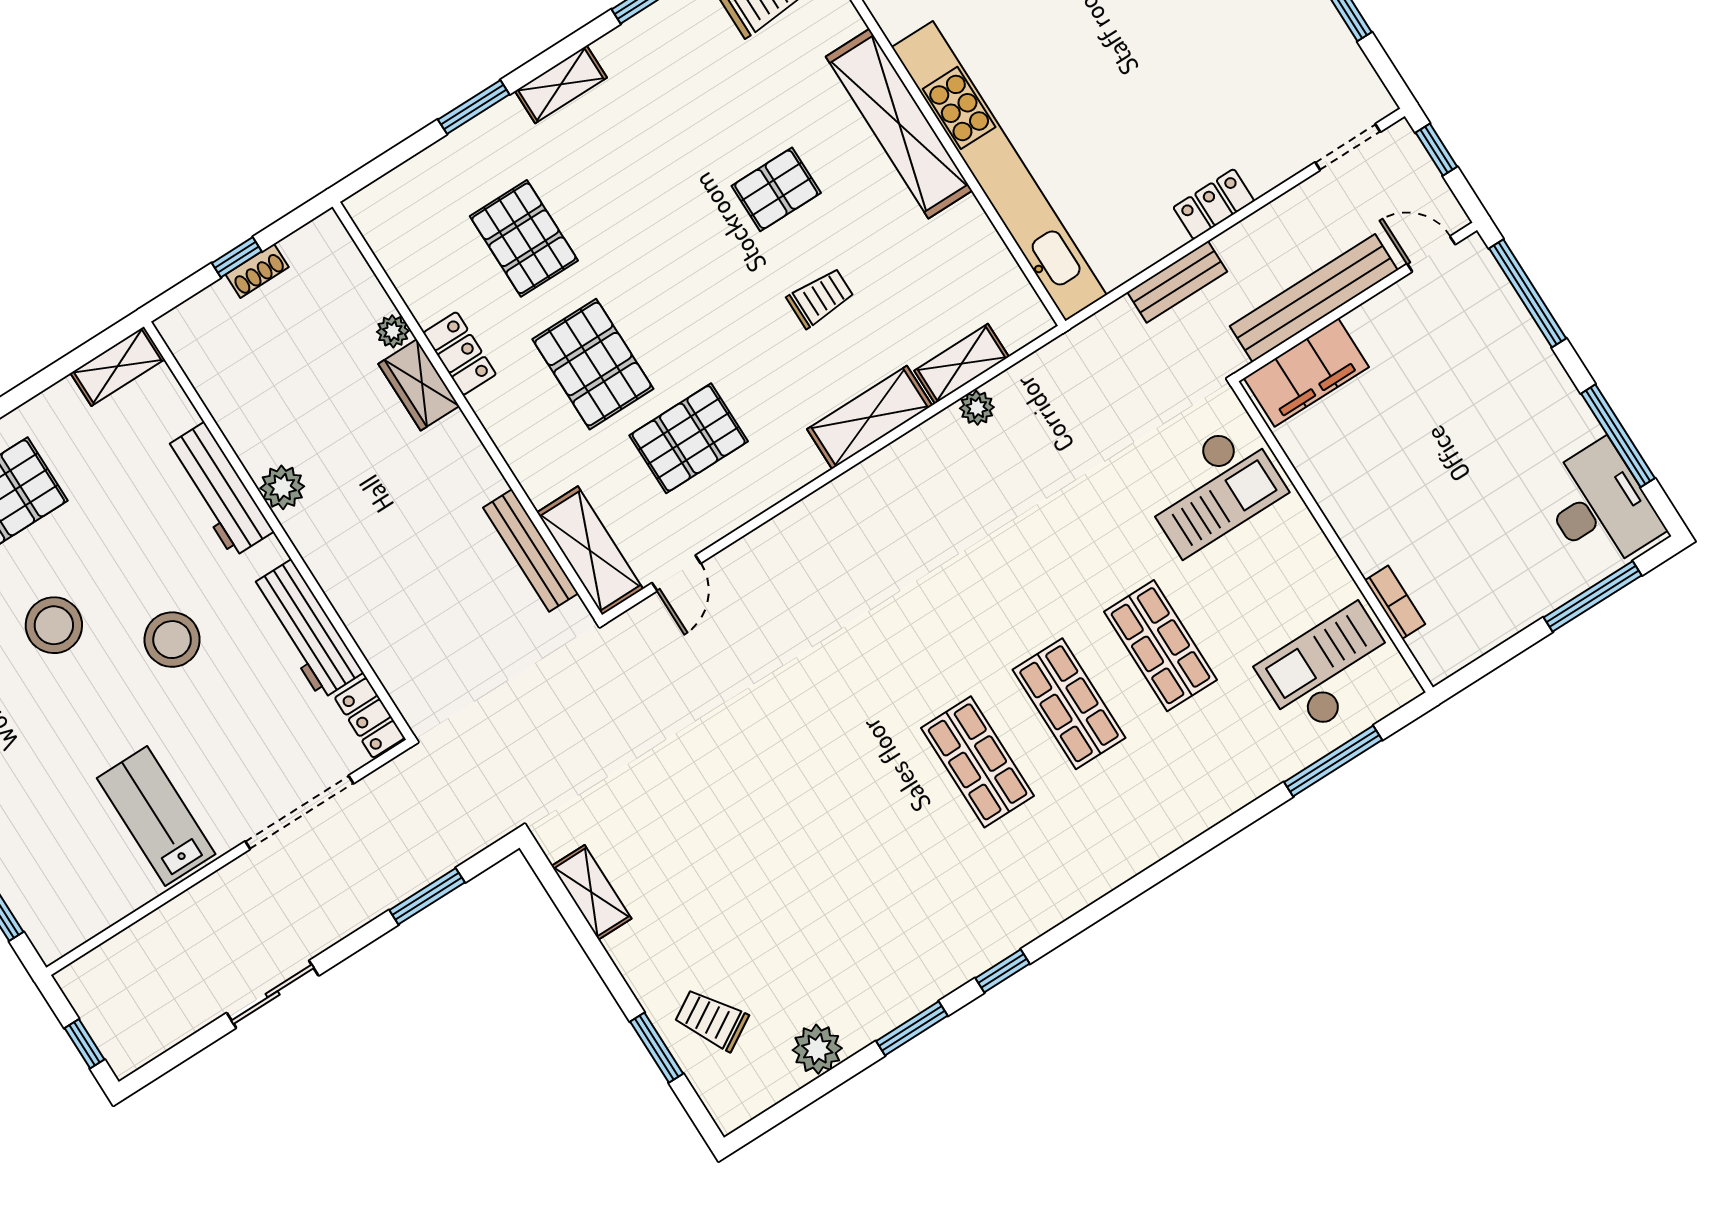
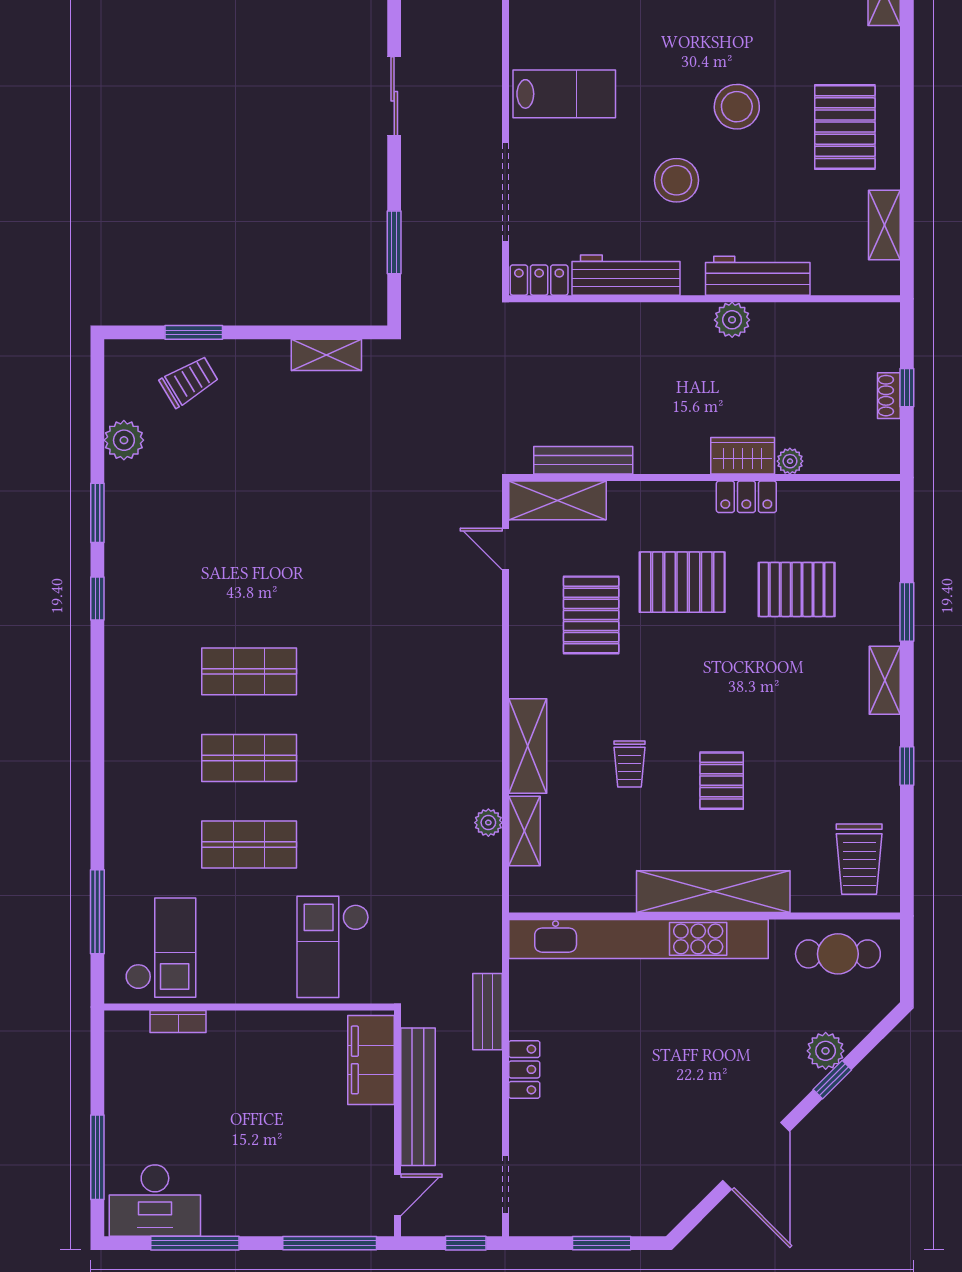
shelving: (118, 366) -> (884, 225), moved

